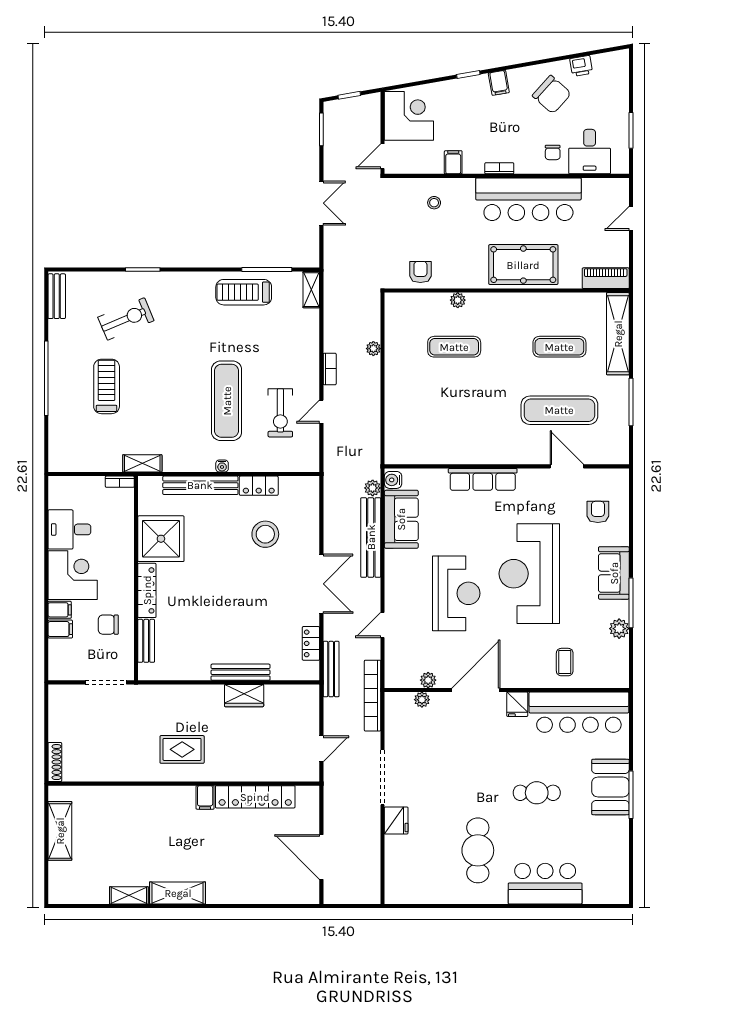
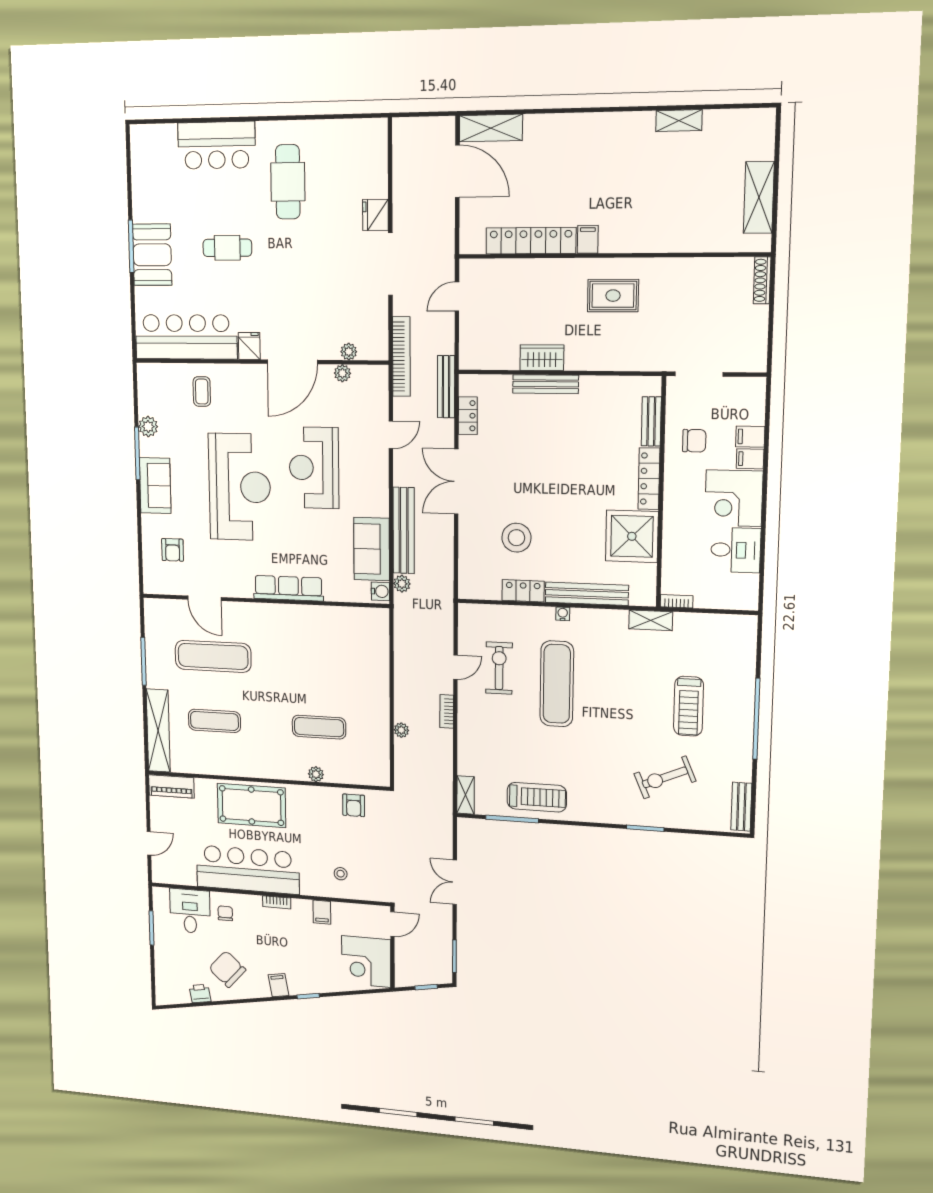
shelving: (178, 893) -> (491, 128), moved

